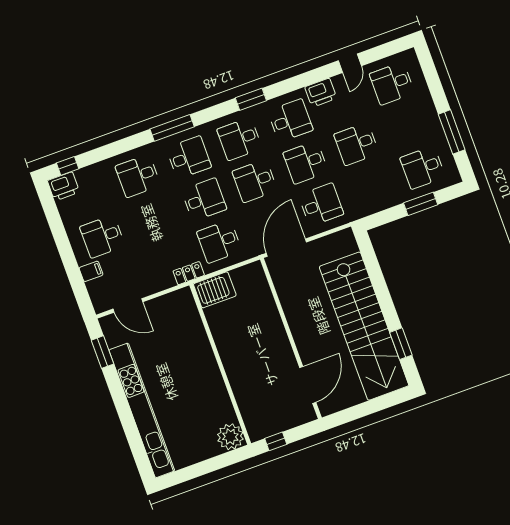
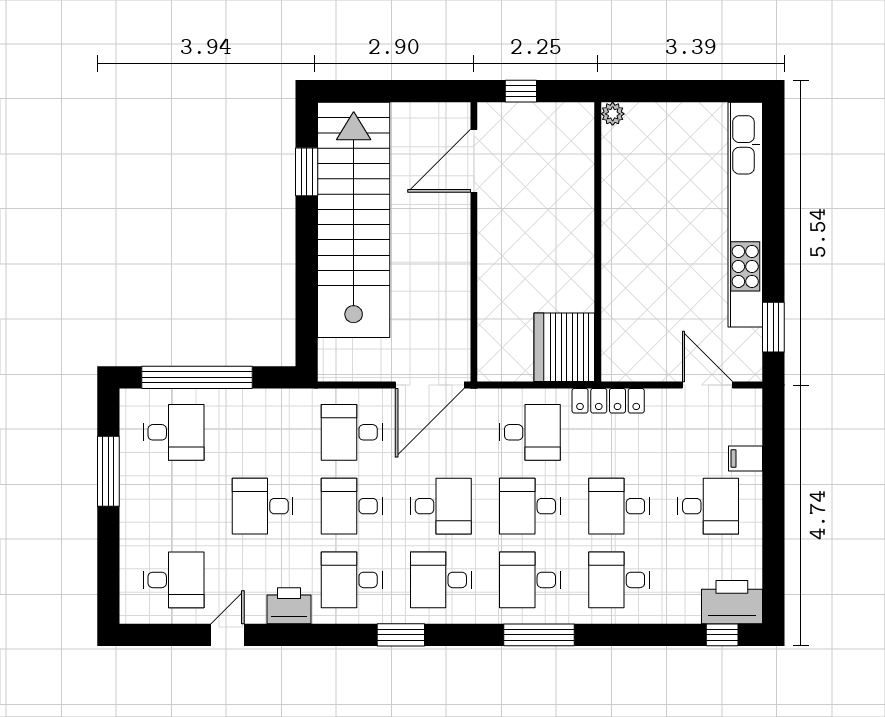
desk: (240, 139) -> (441, 580), turned 180
desk: (356, 144) -> (263, 506), turned 180
desk: (306, 162) -> (352, 506), turned 180
desk: (138, 176) -> (619, 580), turned 180
printer: (63, 186) -> (732, 602), width x1.37, depth x1.19
window: (421, 204) -> (197, 377), width x2.11
desk: (153, 218) -> (619, 506), added
locker: (189, 273) -> (608, 401), width x1.53
server rack: (215, 290) -> (564, 347), width x1.60
plant: (230, 437) -> (613, 114), width x0.53, depth x0.53
window: (276, 441) -> (521, 91), moved

